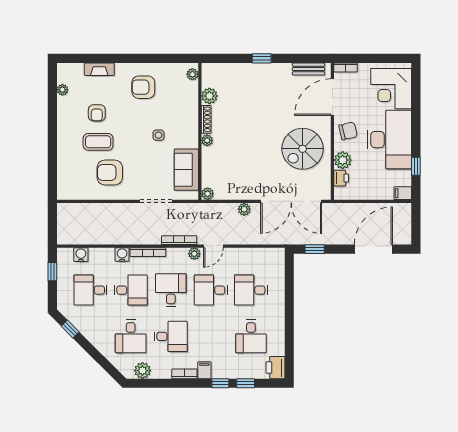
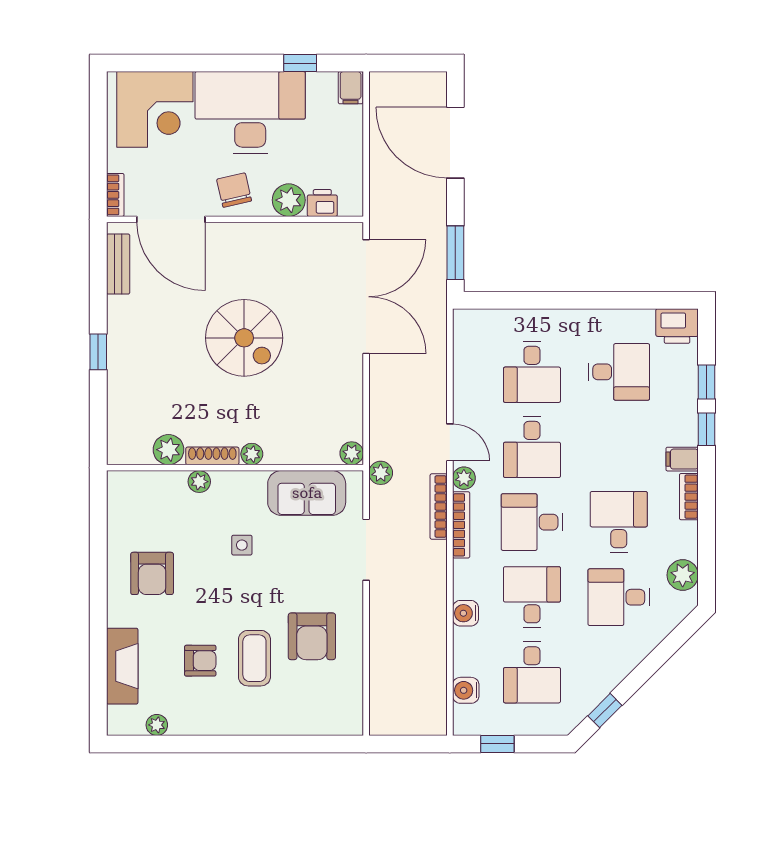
fireplace: (99, 69) -> (122, 666), width x1.37, depth x1.32
plant: (192, 74) -> (199, 482), moved
spiral stairs: (303, 149) -> (244, 338), moved
plant: (244, 209) -> (381, 473), moved
window: (315, 249) -> (455, 253), width x1.50
bookcase: (148, 252) -> (461, 525), moved
desk: (131, 336) -> (619, 597), turned 180

